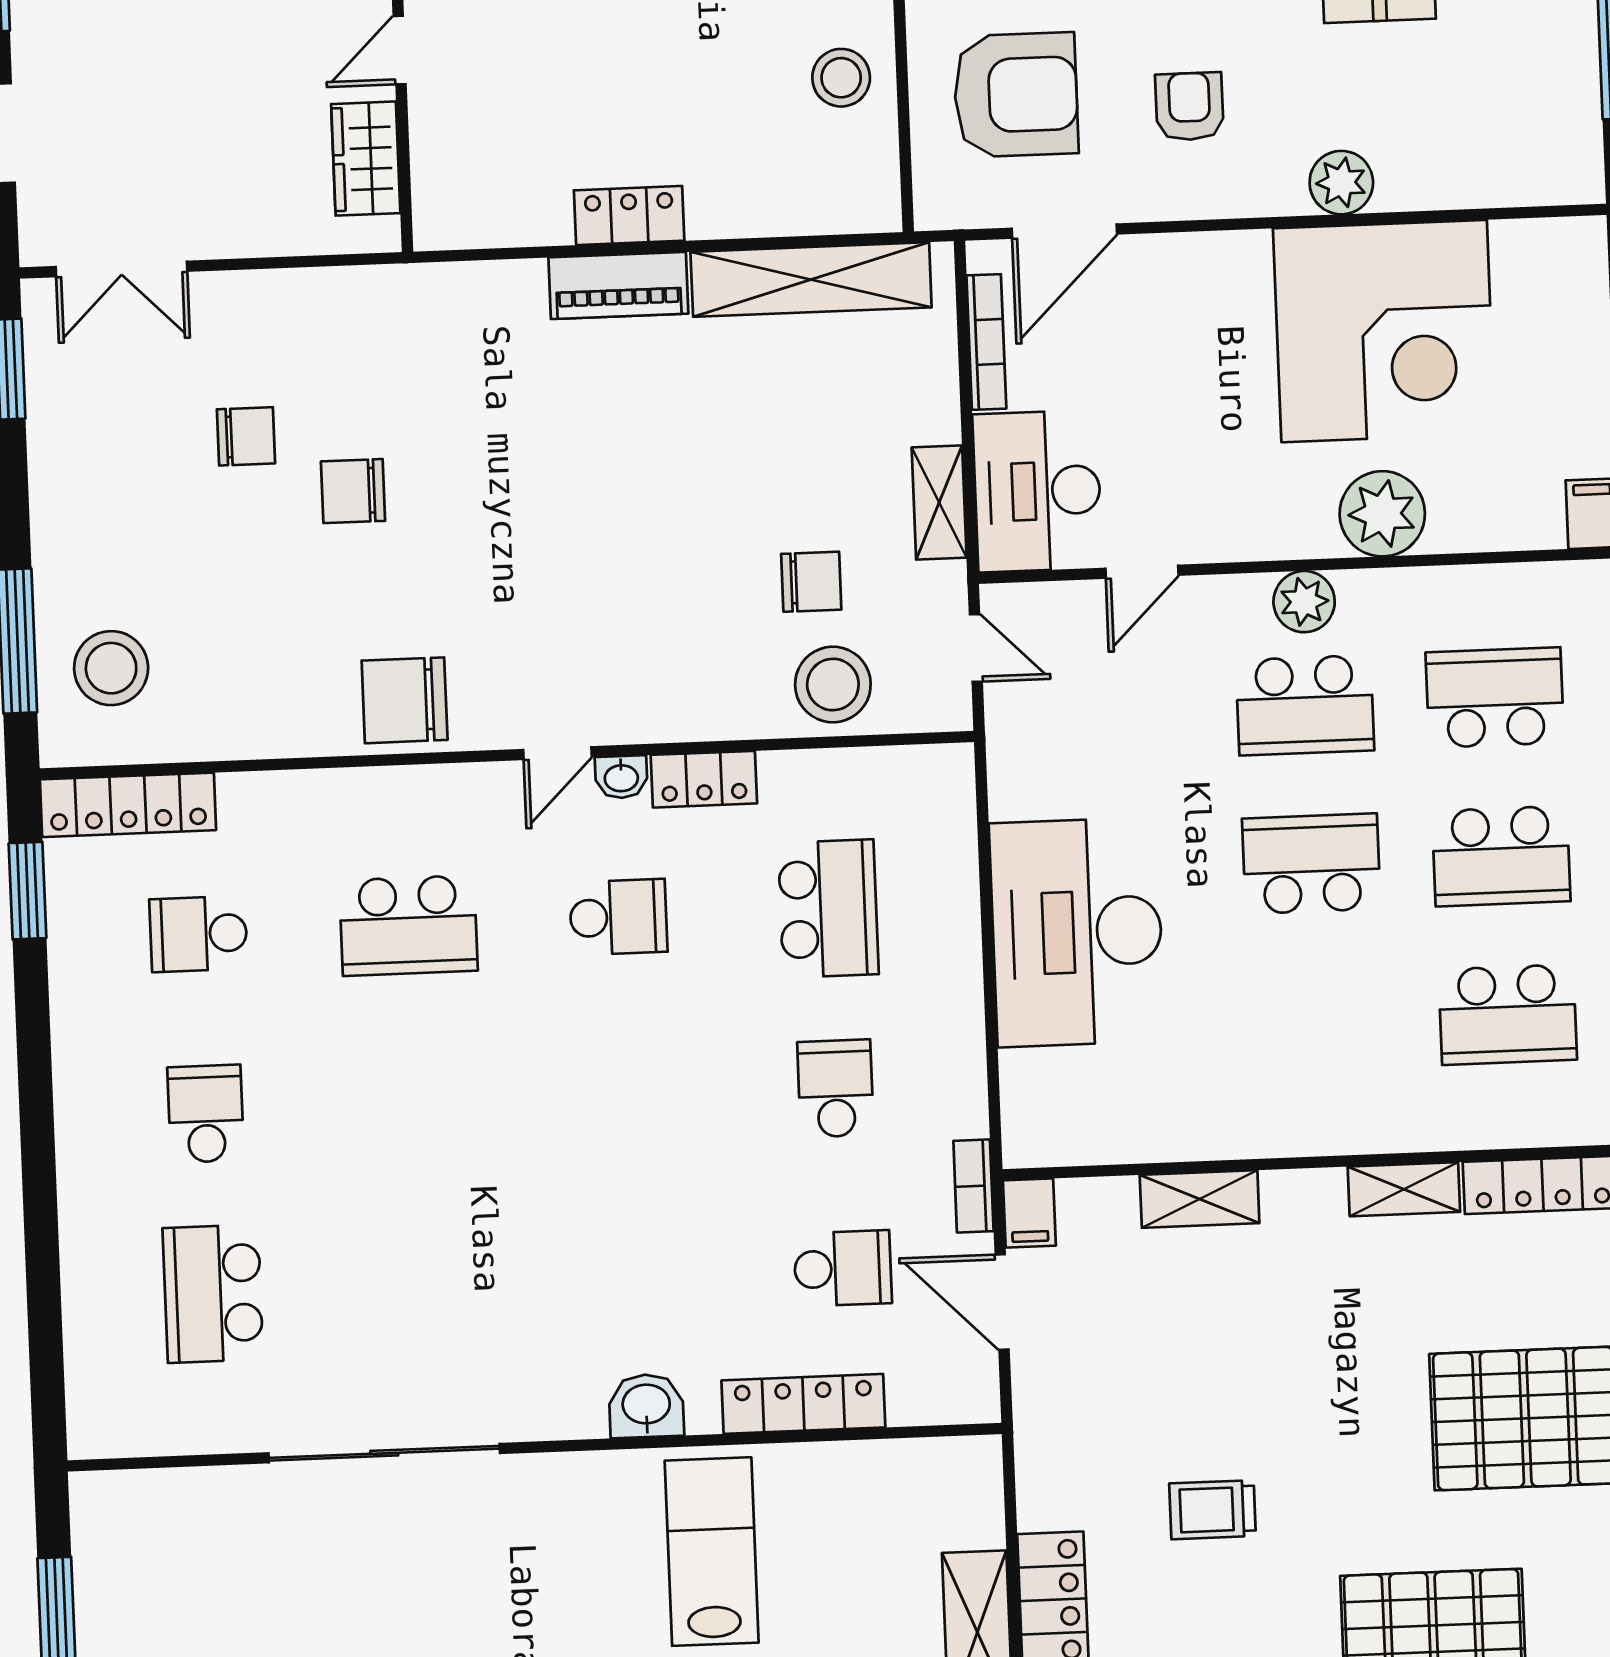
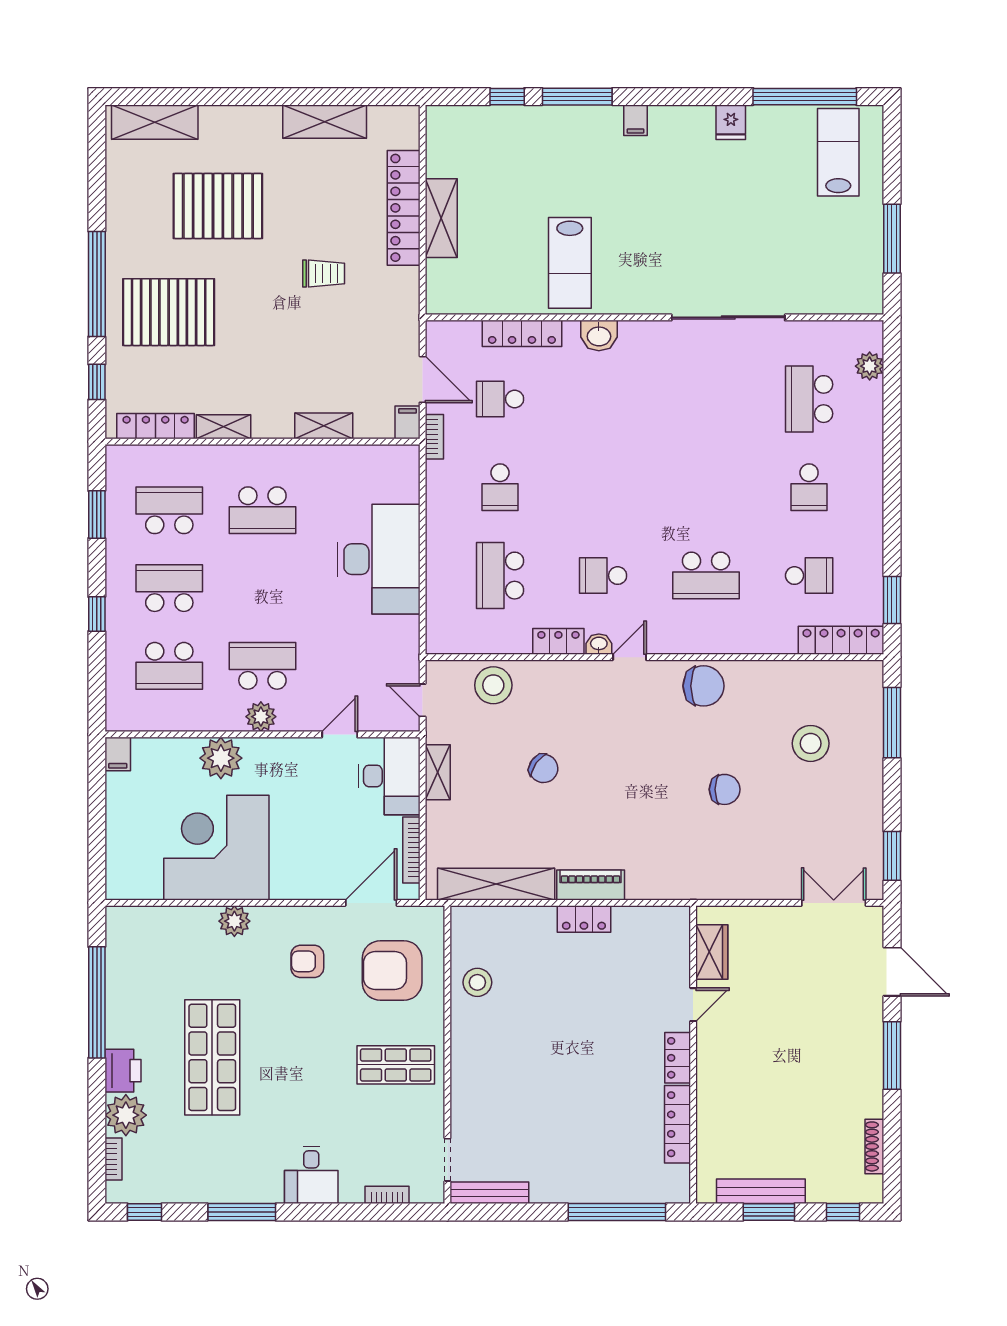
armchair: (1189, 106) -> (307, 961), turned 90
chair: (246, 436) -> (776, 818), removed
chair: (811, 582) -> (543, 768), moved, turned -145
stool: (111, 668) -> (811, 743), moved
school desk: (1311, 864) -> (262, 510), moved
school desk: (408, 925) -> (706, 576), turned 180
school desk: (213, 1294) -> (809, 399), turned 180
plant: (92, 1366) -> (870, 366), added

